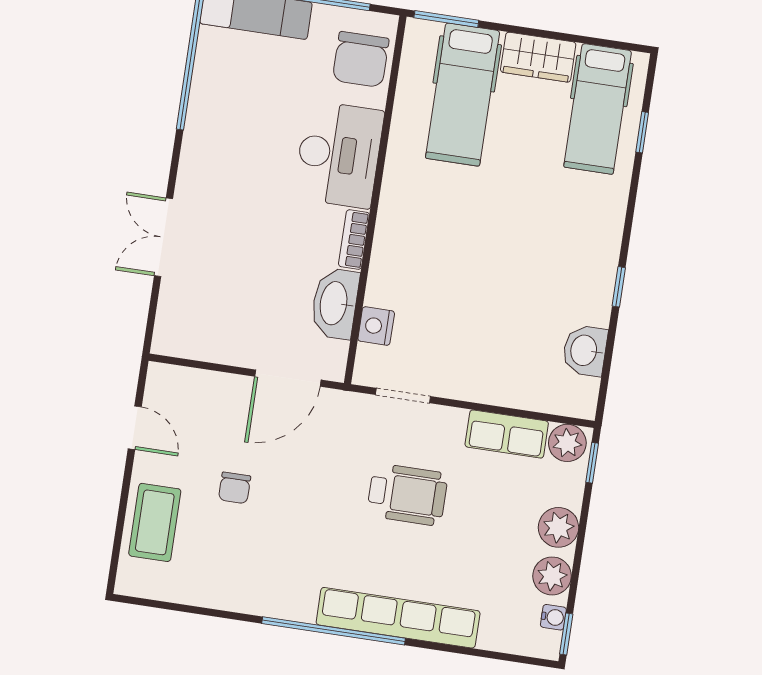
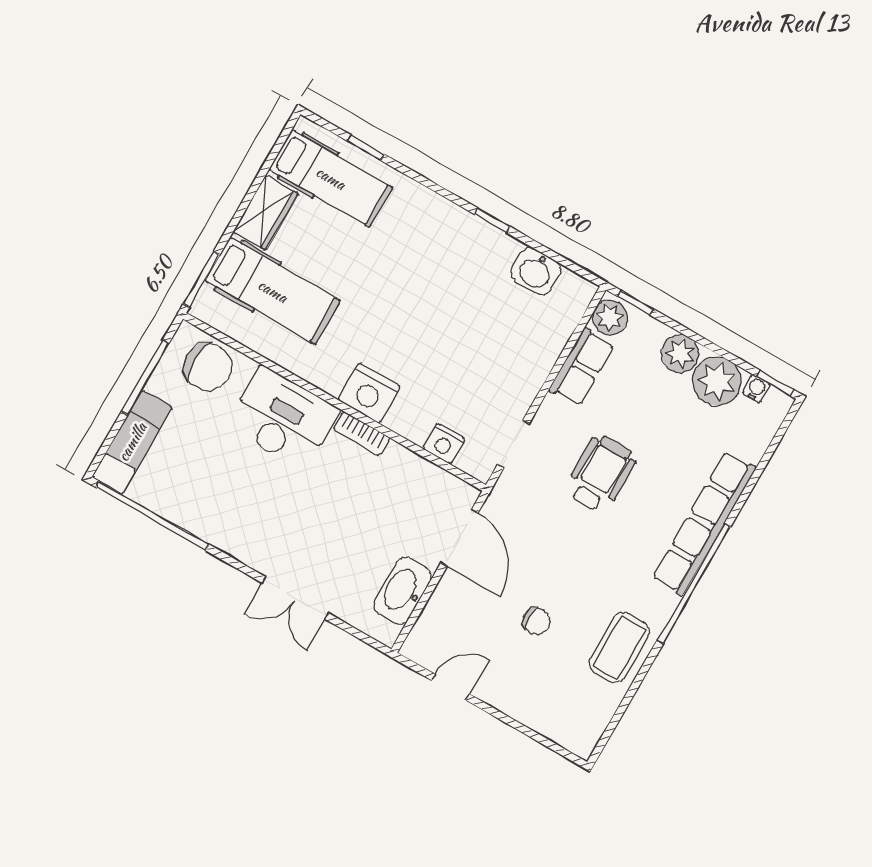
nightstand: (398, 231) -> (369, 393), added
washbasin: (335, 303) -> (403, 591), moved, turned 90
coffee table: (155, 522) -> (619, 647), moved, turned 90
plant: (552, 576) -> (717, 381), width x1.36, depth x1.36

